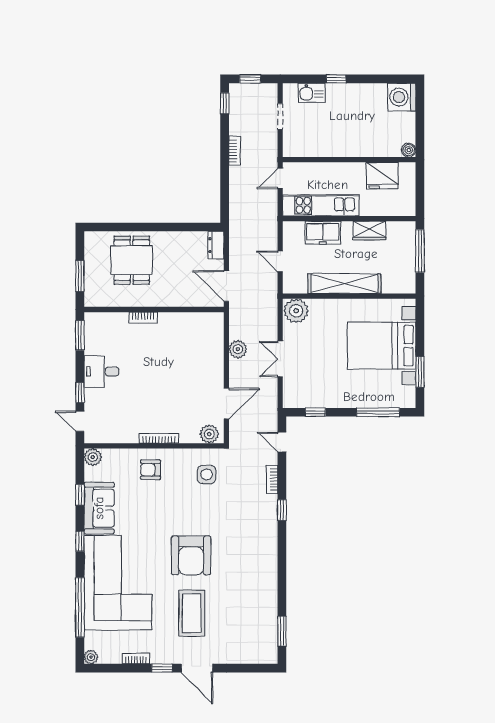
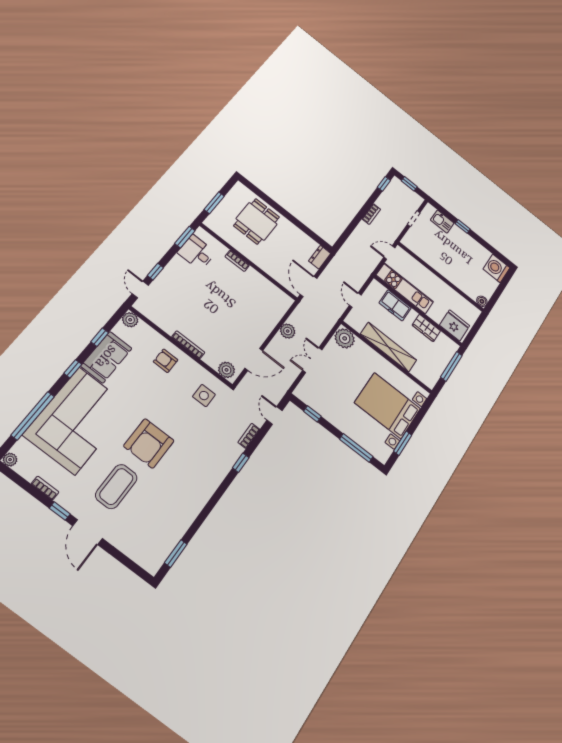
fridge: (382, 176) -> (455, 325), moved, turned 180
desk: (101, 372) -> (197, 252), moved

